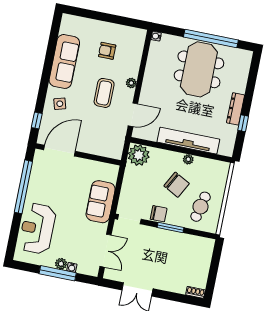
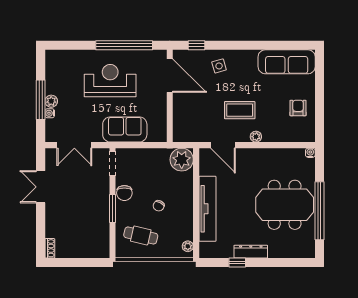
armchair: (107, 51) -> (298, 108), moved
sofa: (64, 61) -> (287, 62), moved
plant: (188, 159) -> (188, 246), moved
chair: (177, 185) -> (159, 206), width x0.54, depth x0.54
reception desk: (37, 229) -> (110, 81), moved

